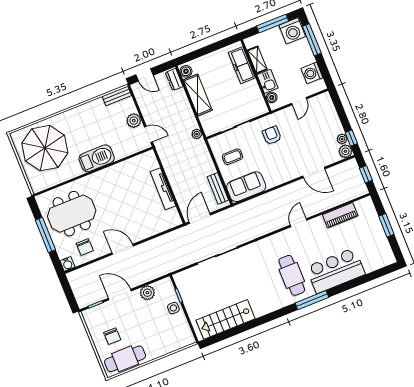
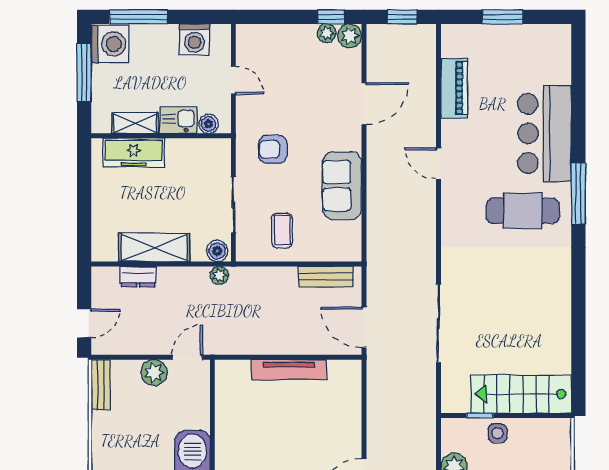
boiler: (186, 71) -> (217, 251), moved
dresser: (174, 79) -> (138, 276), moved
sofa: (246, 187) -> (342, 186), moved
stairs: (226, 319) -> (521, 394), moved, turned 90

